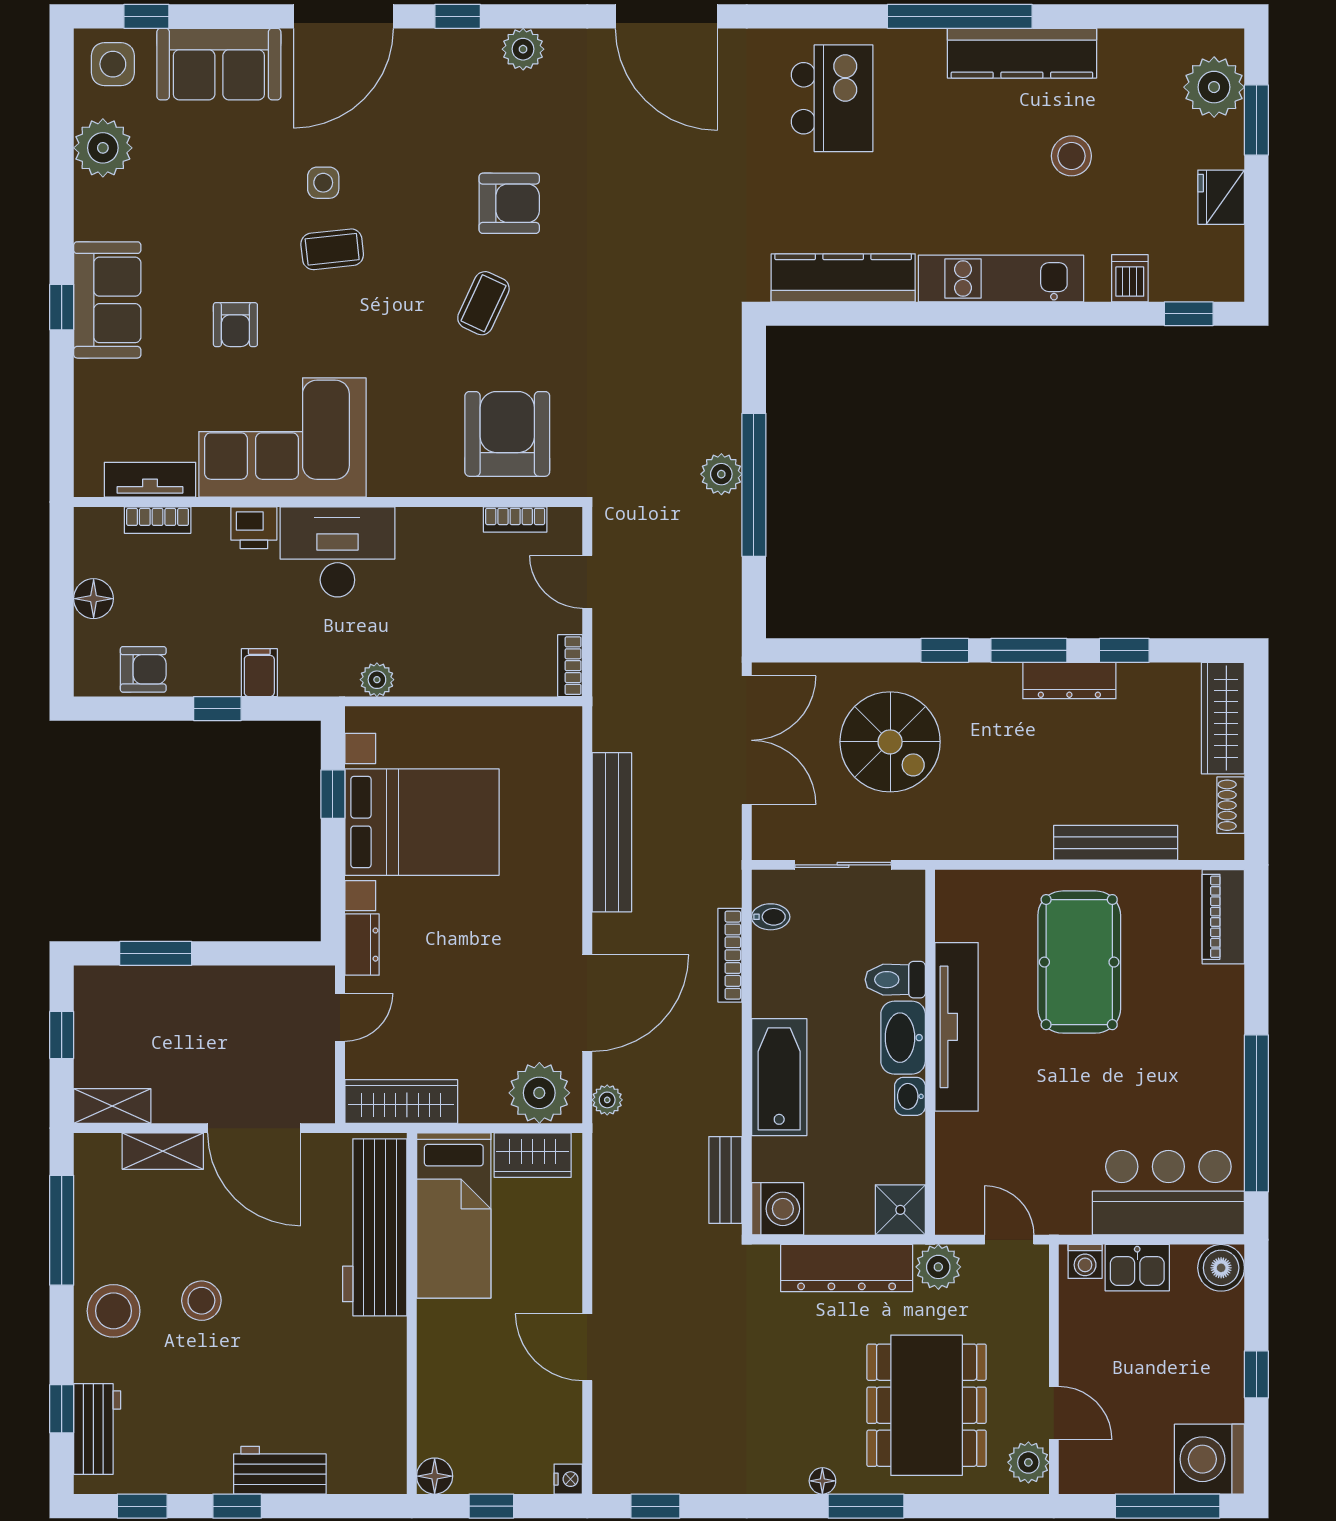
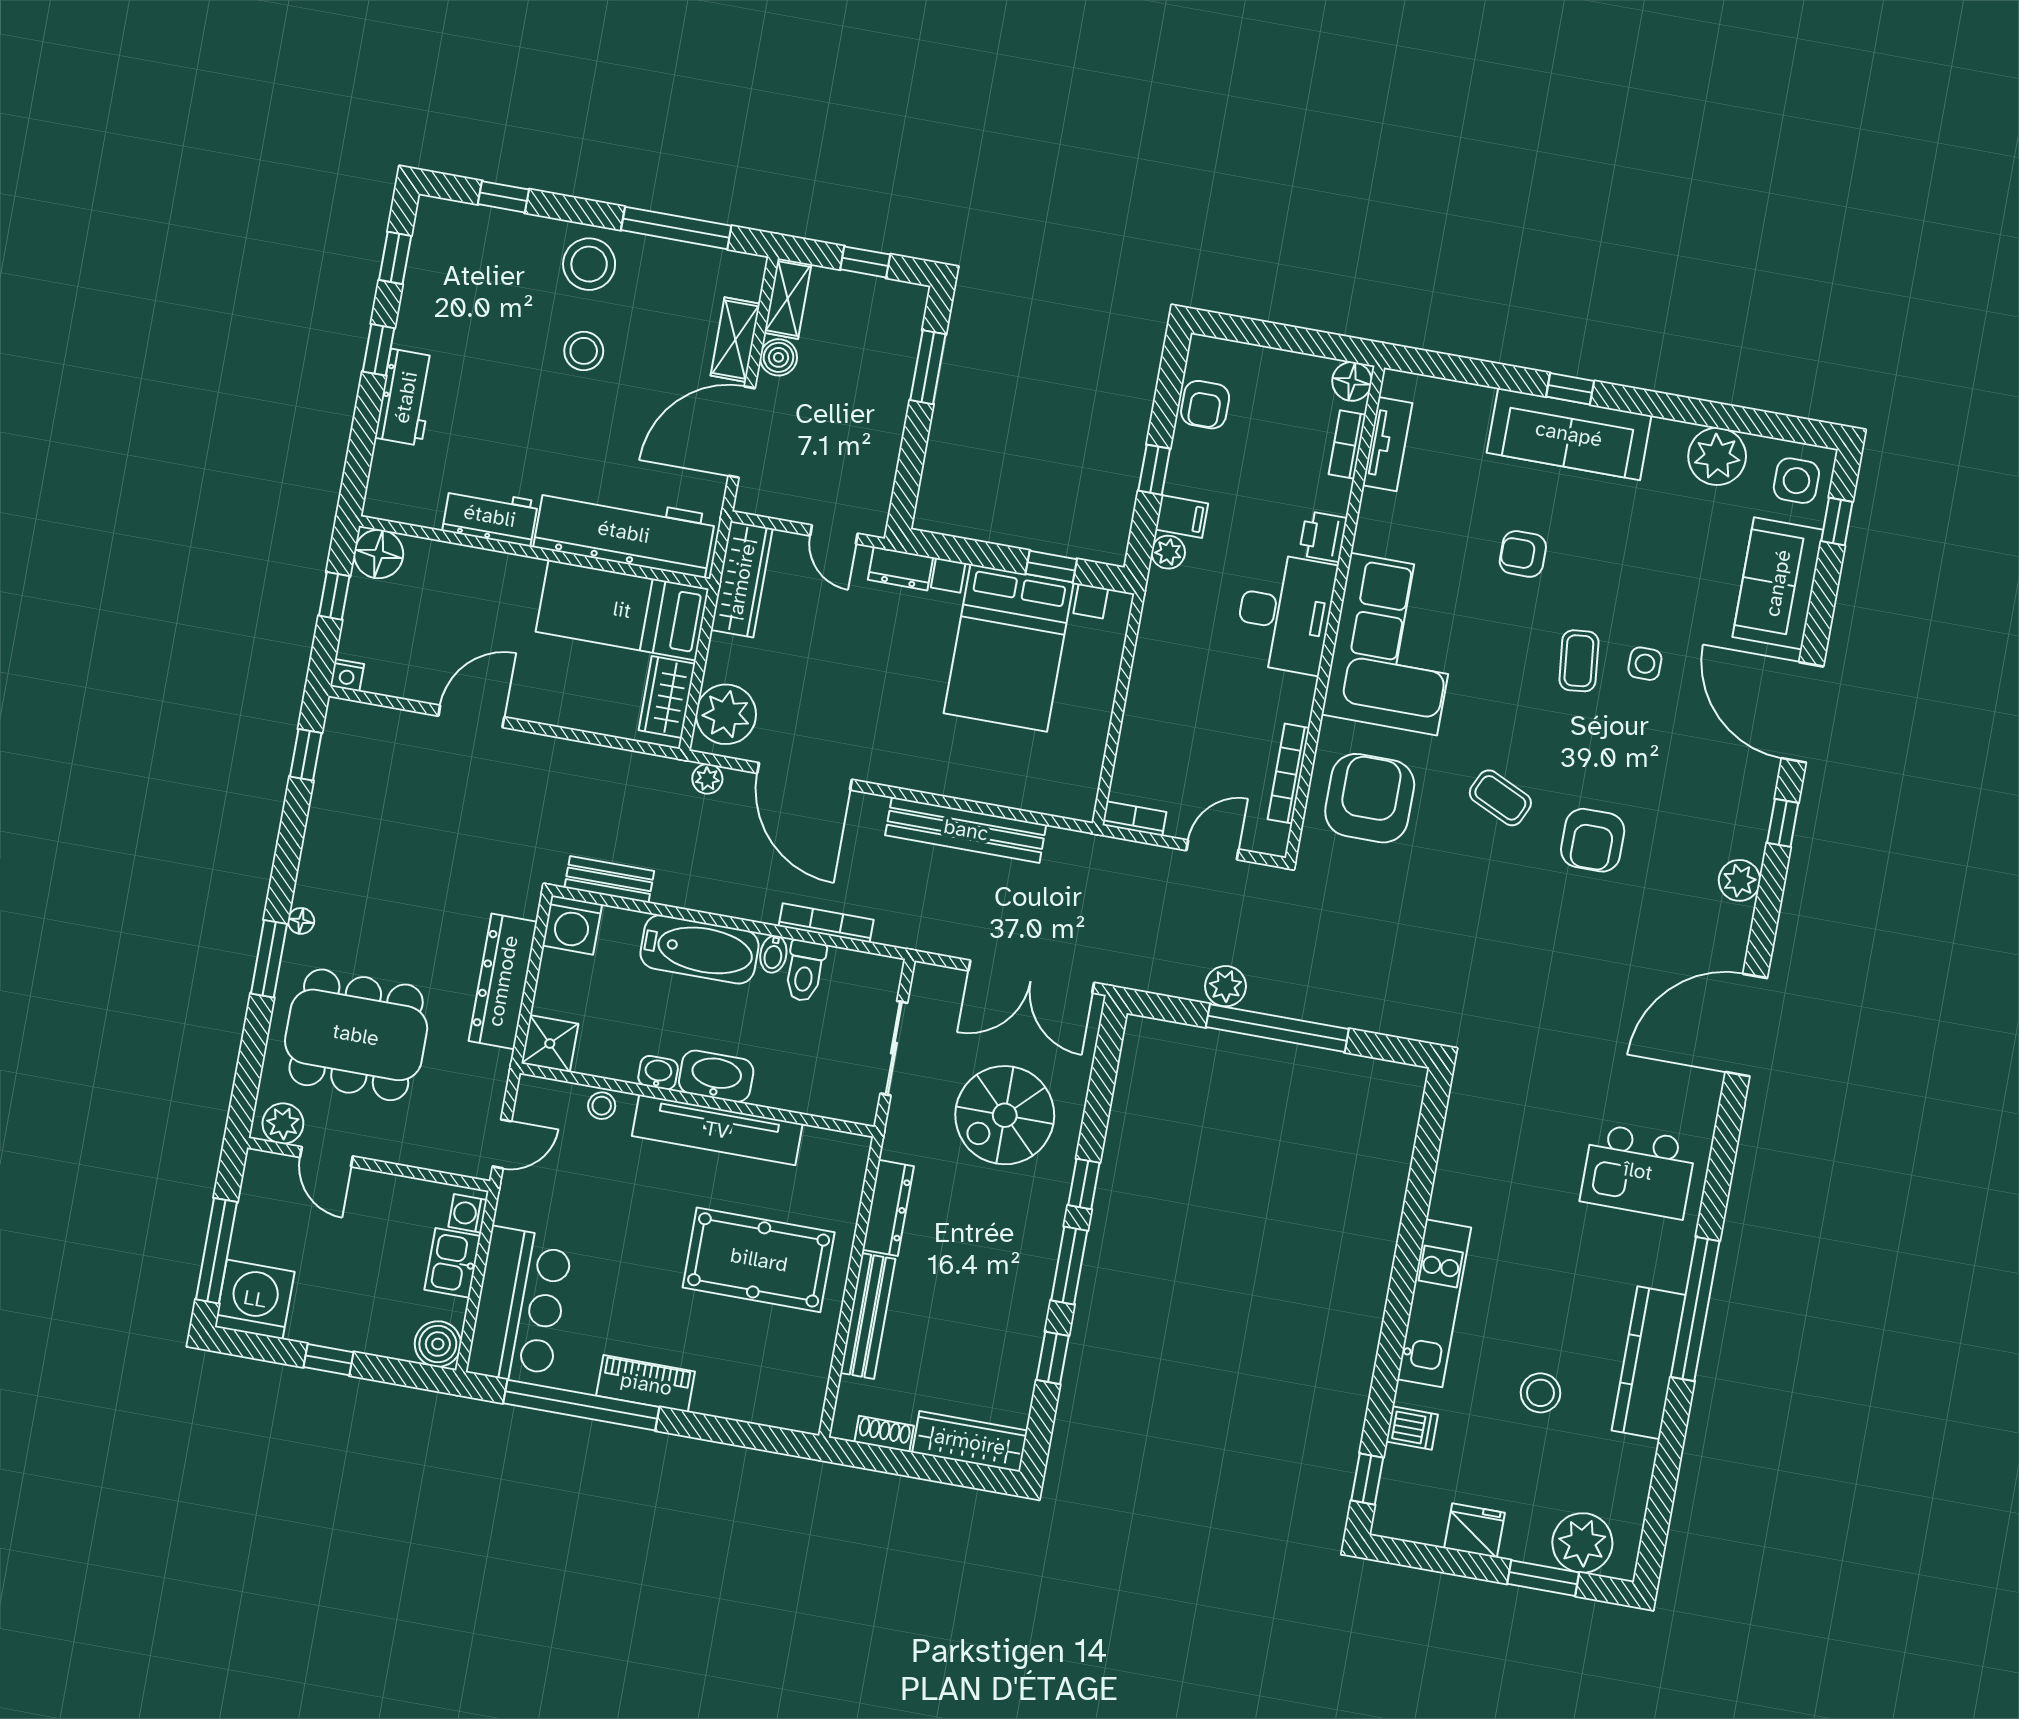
kitchen counter: (843, 278) -> (1462, 1151), removed
sofa: (107, 300) -> (1569, 434), width x1.36
armchair: (507, 434) -> (1370, 798), turned -90
corner sofa: (282, 438) -> (1394, 644), moved
plant: (721, 474) -> (1225, 986), moved
bookcase: (515, 519) -> (1289, 774), width x1.56
floor lamp: (94, 599) -> (1352, 381), moved
plant: (377, 680) -> (1168, 552), moved
dresser: (1069, 681) -> (888, 1208), moved, turned 180
bidet: (771, 917) -> (773, 954), moved
piano: (1223, 917) -> (646, 1384), moved
toilet: (895, 980) -> (805, 971), moved, turned 180
boiler: (173, 1105) -> (779, 357), added
stool: (953, 1147) -> (602, 1106), added
plant: (938, 1267) -> (488, 1070), removed
door: (1054, 1413) -> (326, 1157), hinge flipped
workbench: (97, 1429) -> (490, 516), moved, turned 180
floor lamp: (435, 1476) -> (379, 554), width x1.38, depth x1.38

